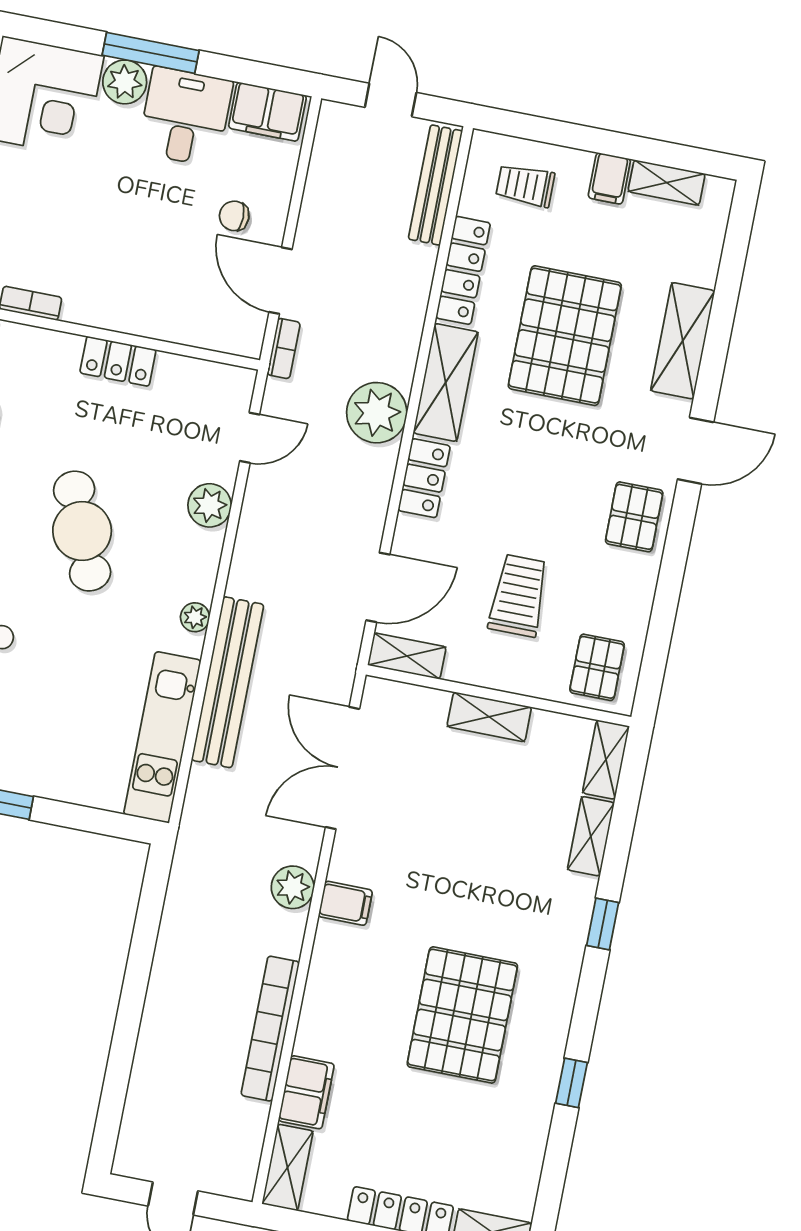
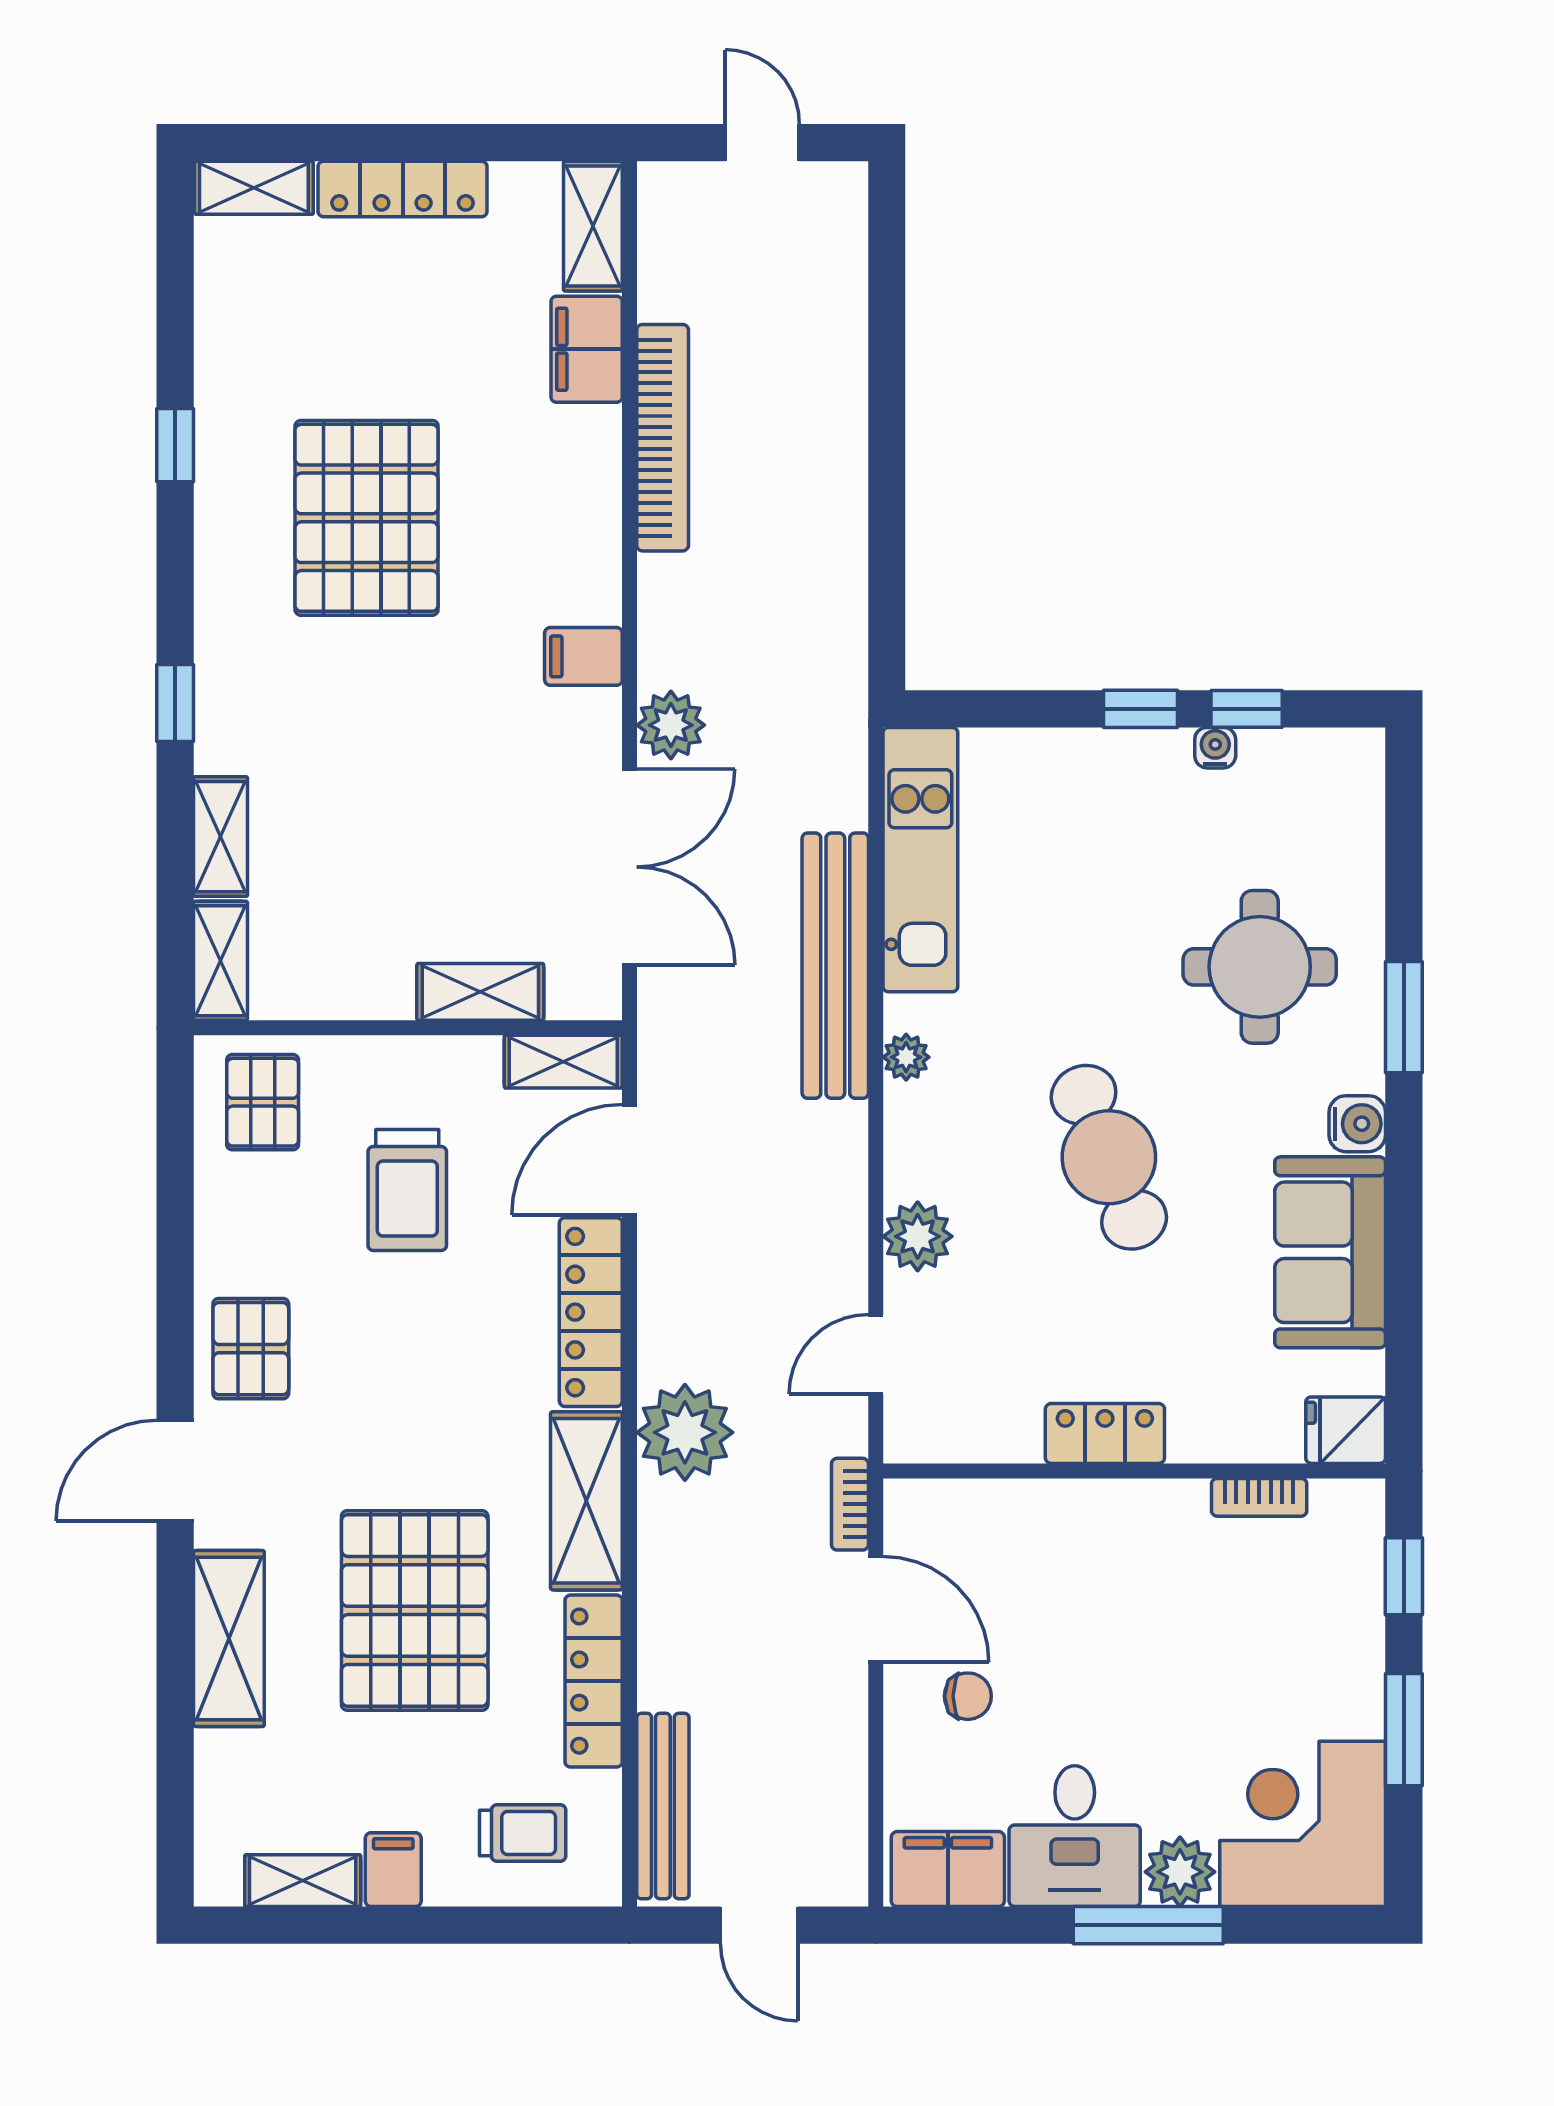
locker: (424, 478) -> (591, 1312), width x1.53
shelving: (489, 717) -> (480, 992), moved
plant: (293, 887) -> (671, 725), moved

